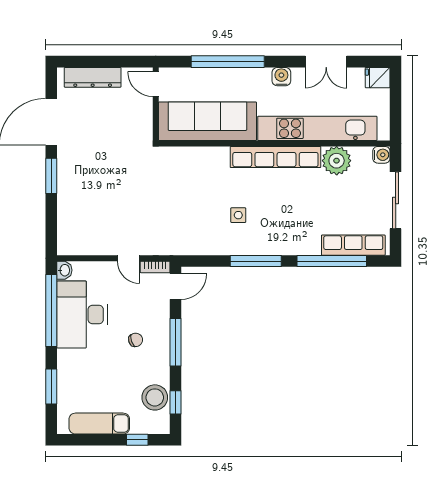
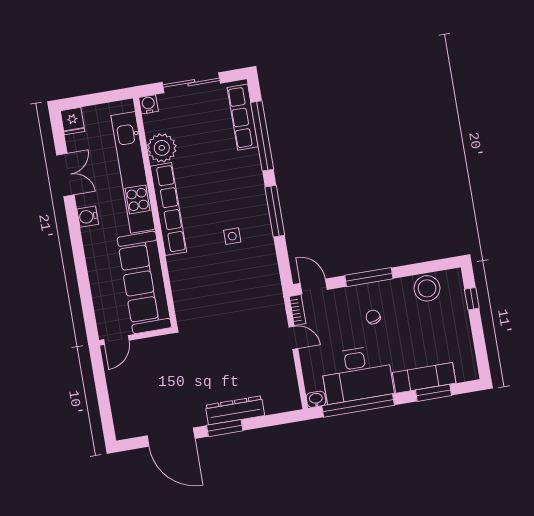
window: (228, 62) -> (82, 272), removed
dresser: (93, 77) -> (235, 410), moved, turned -90
door: (128, 258) -> (293, 338), hinge flipped
window: (175, 402) -> (428, 267), removed
exam couch: (99, 424) -> (424, 378), moved, turned 90

